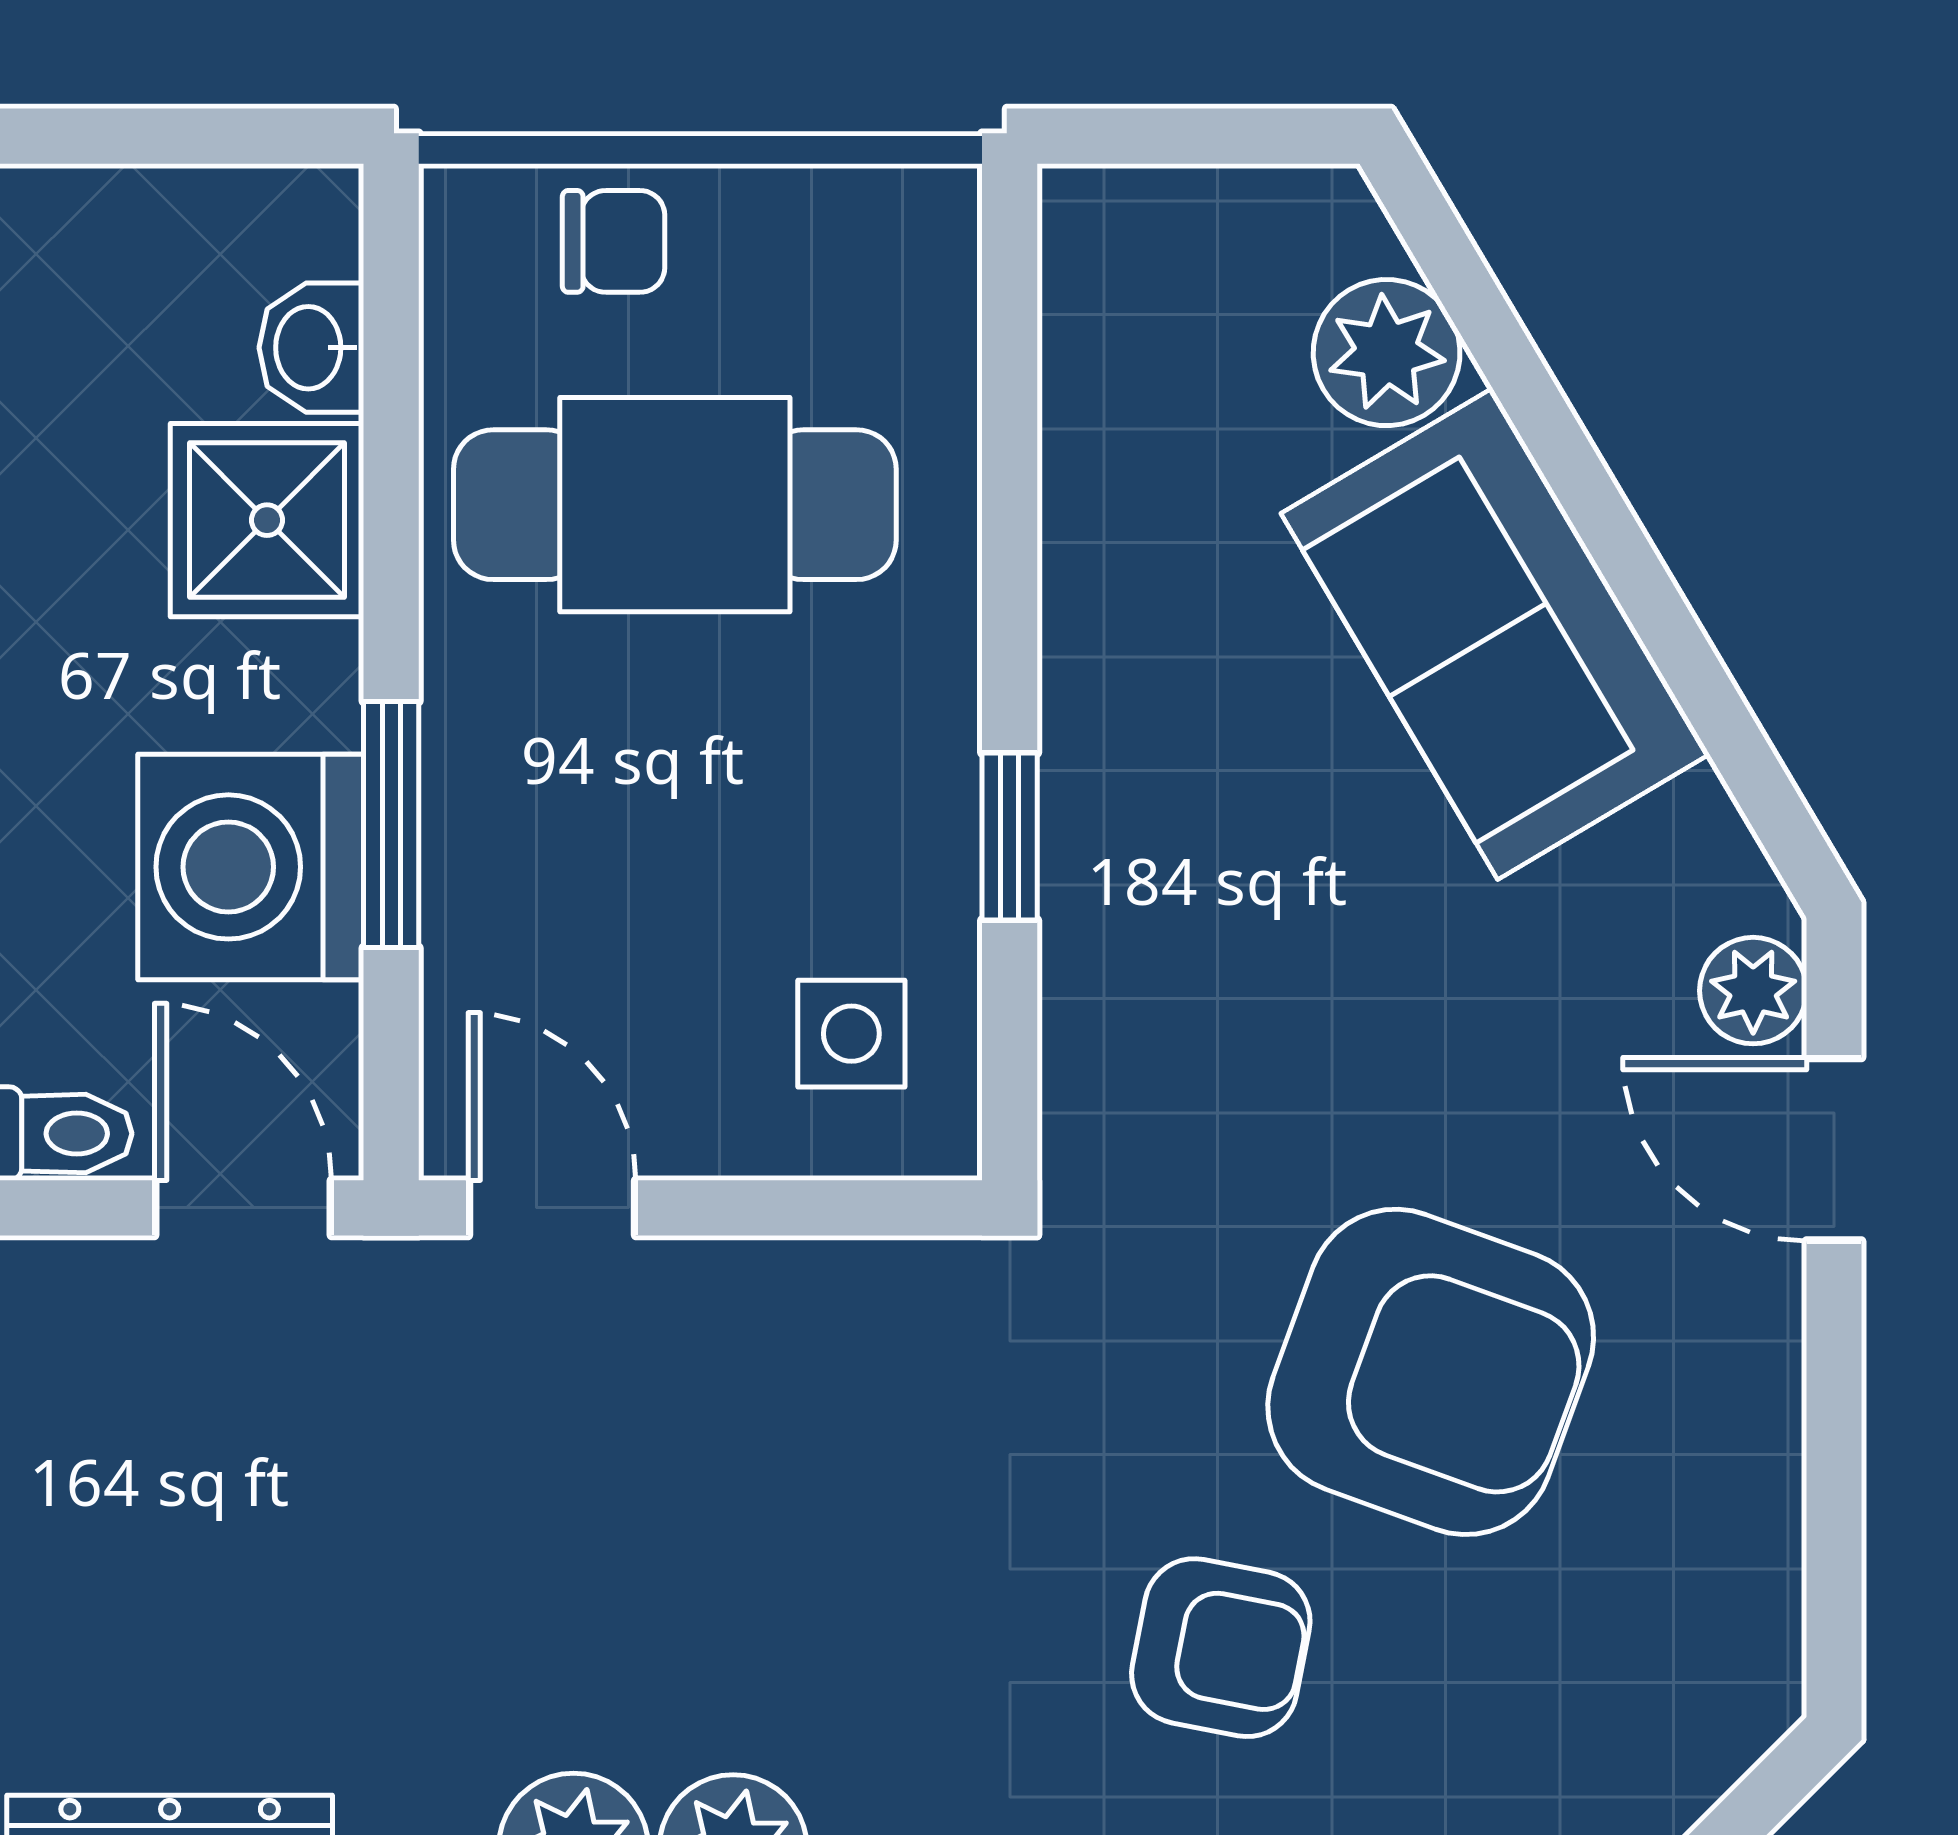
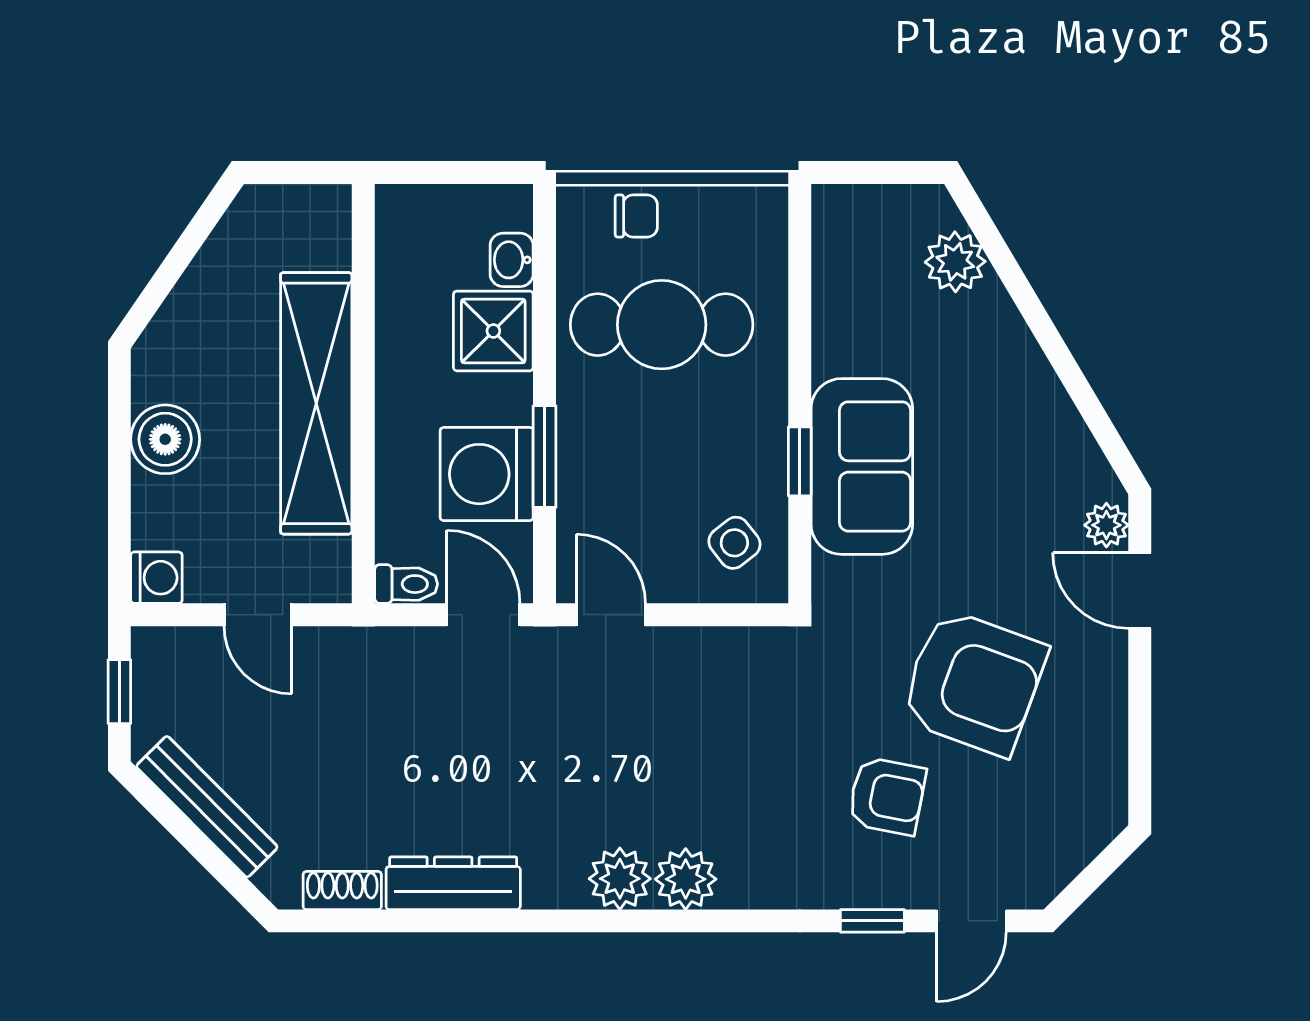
sofa: (1495, 634) -> (862, 466), moved, turned -149
side table: (851, 1034) -> (734, 543), turned -38

